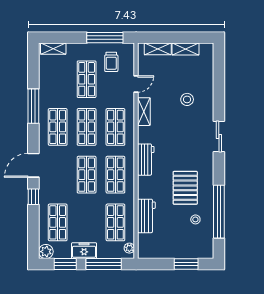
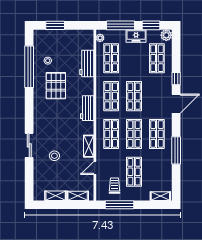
sliding door: (219, 136) -> (29, 145), moved

